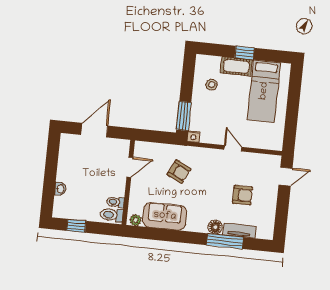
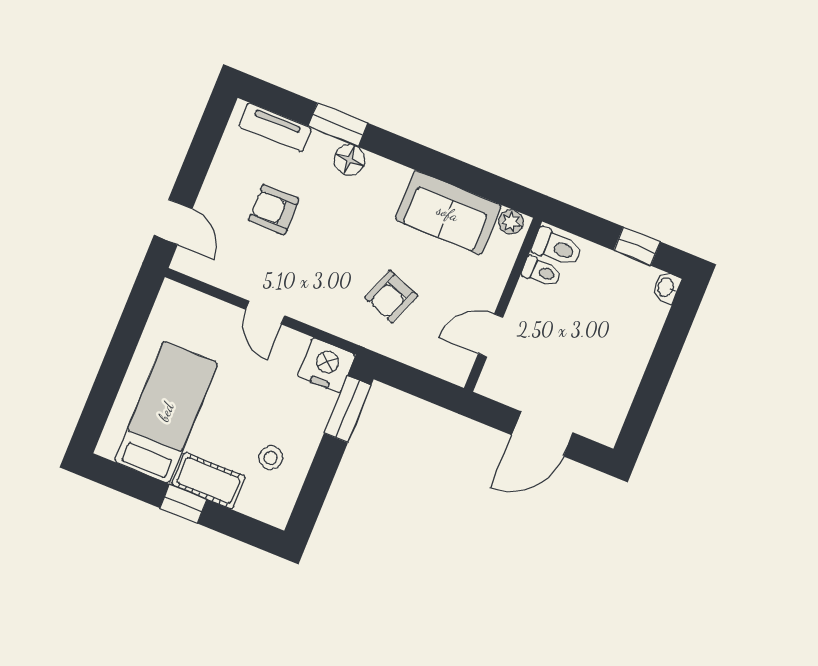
nightstand: (193, 137) -> (326, 365), width x1.89, depth x1.79
armchair: (179, 172) -> (391, 297), turned -95
door: (285, 177) -> (173, 222), swing flipped
washbasin: (60, 189) -> (666, 287), moved
tv unit: (239, 230) -> (275, 127), moved
window: (225, 241) -> (338, 125), width x0.69

